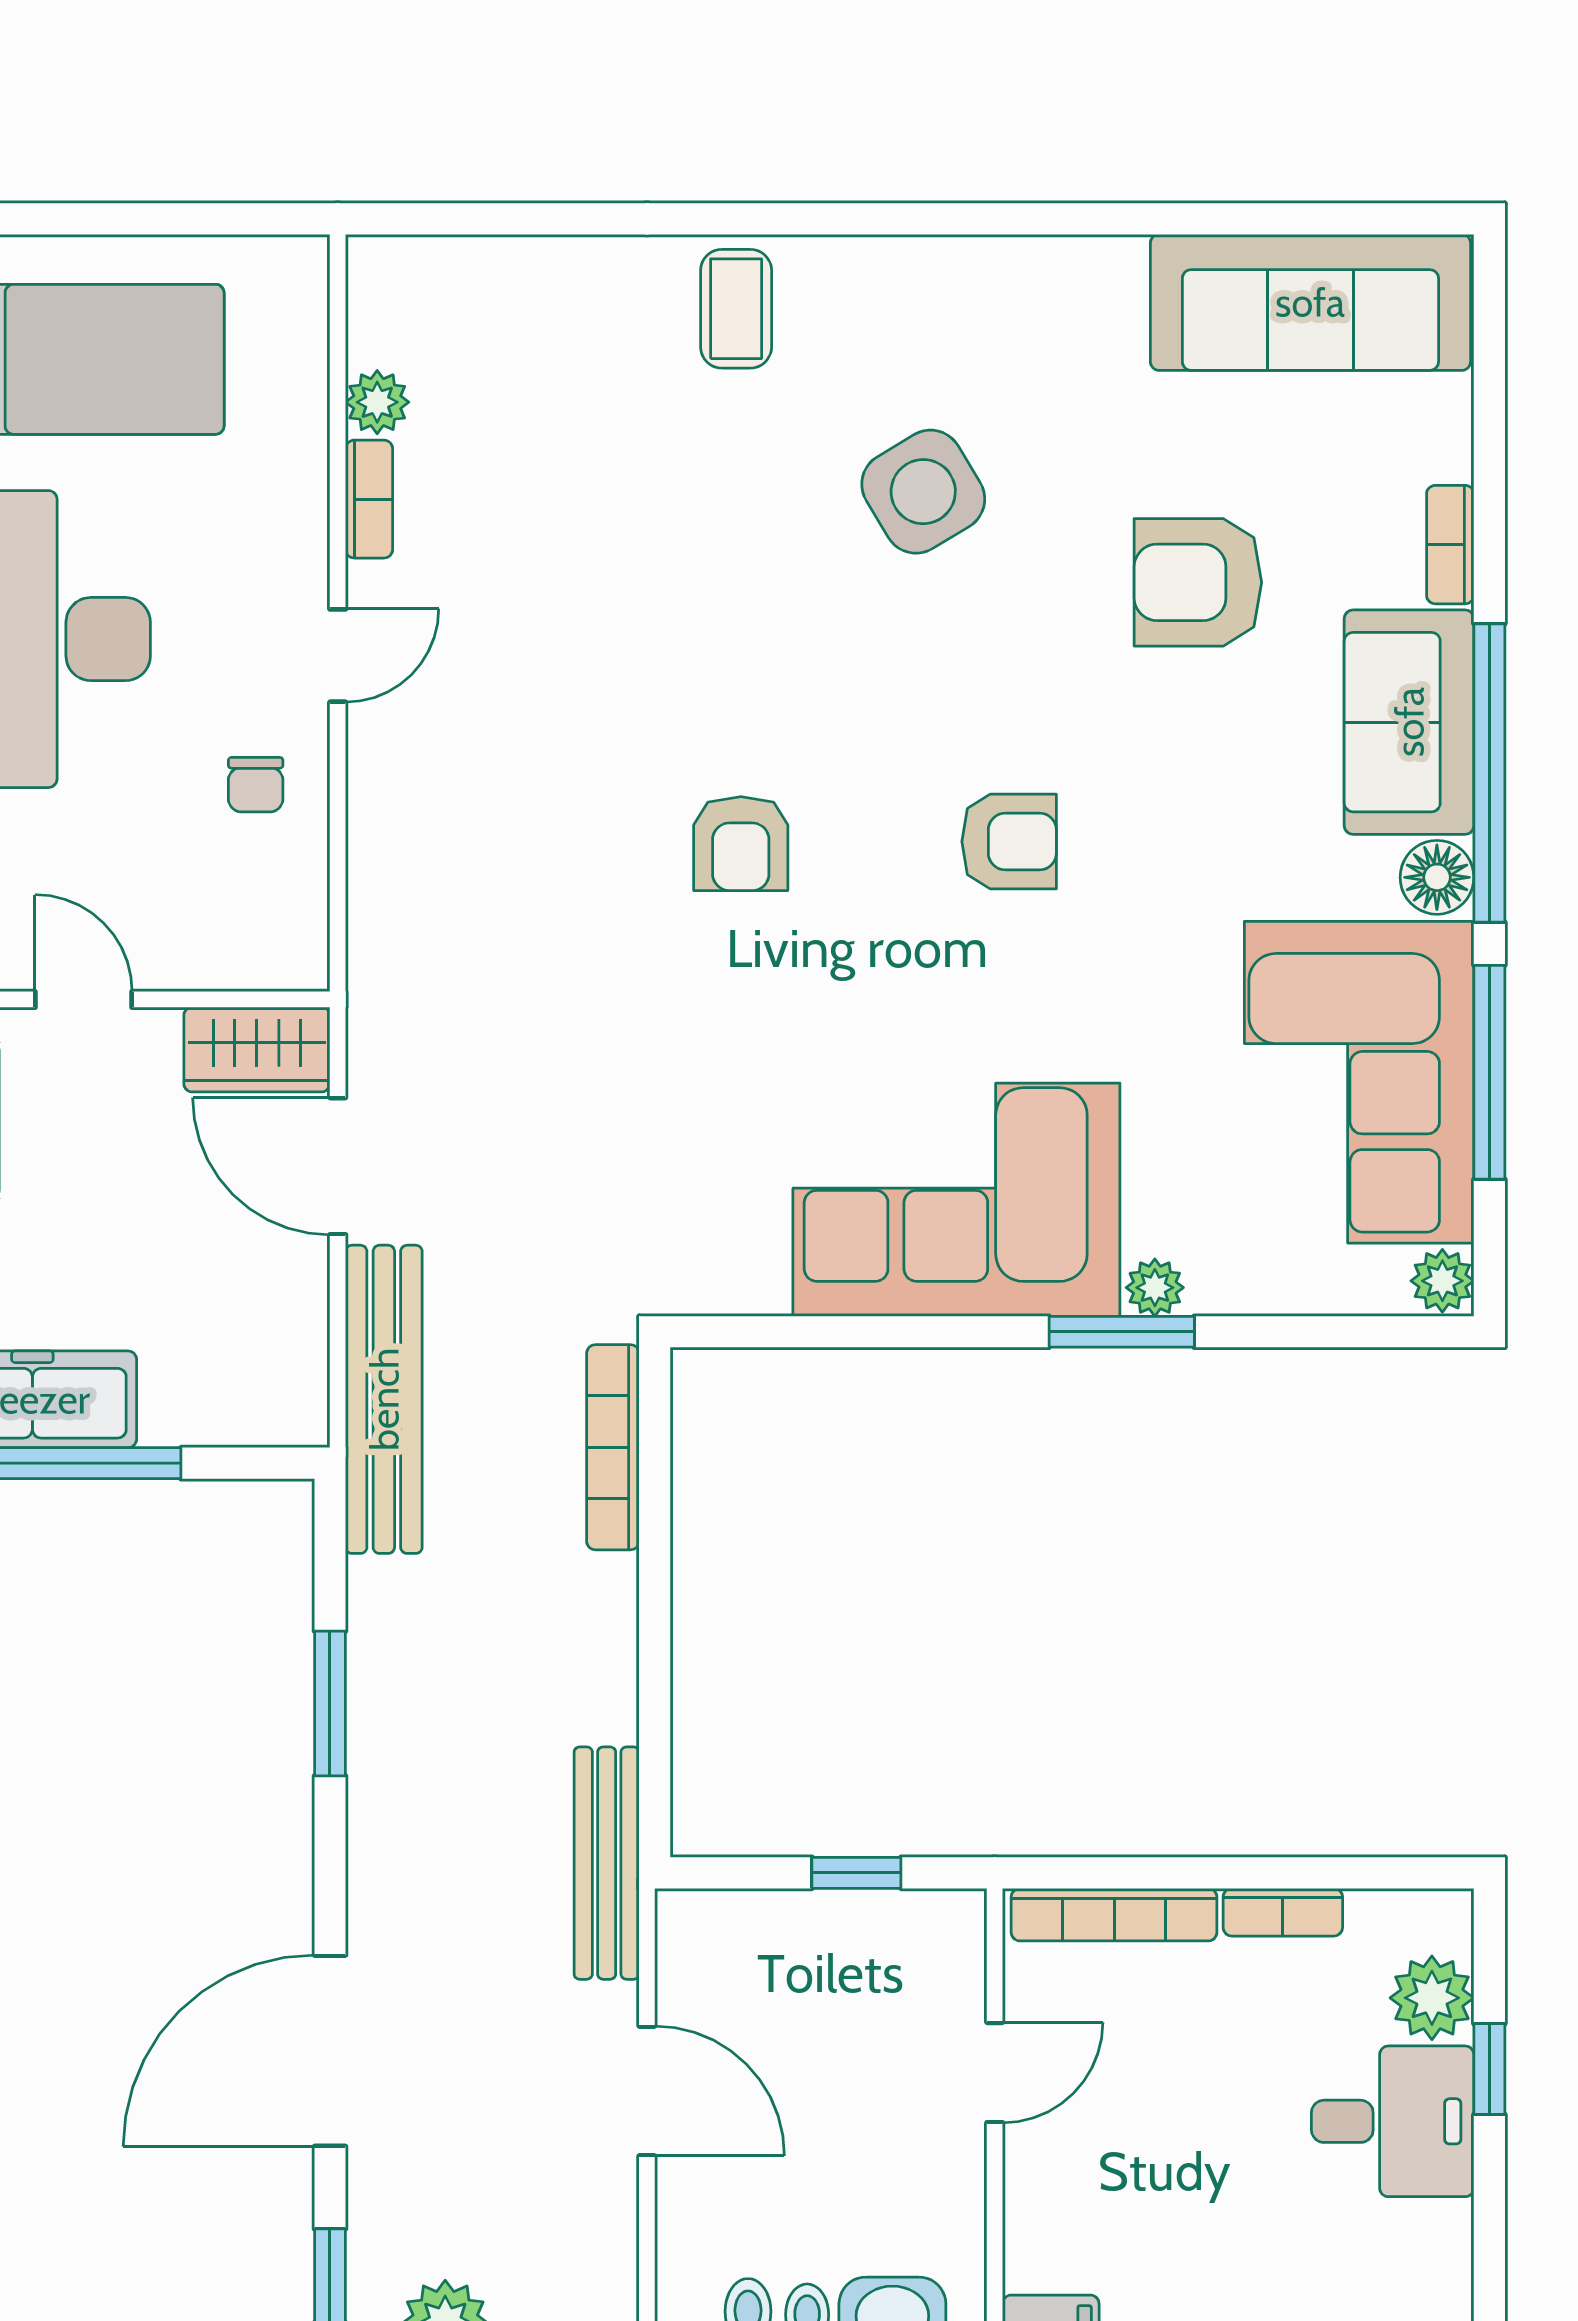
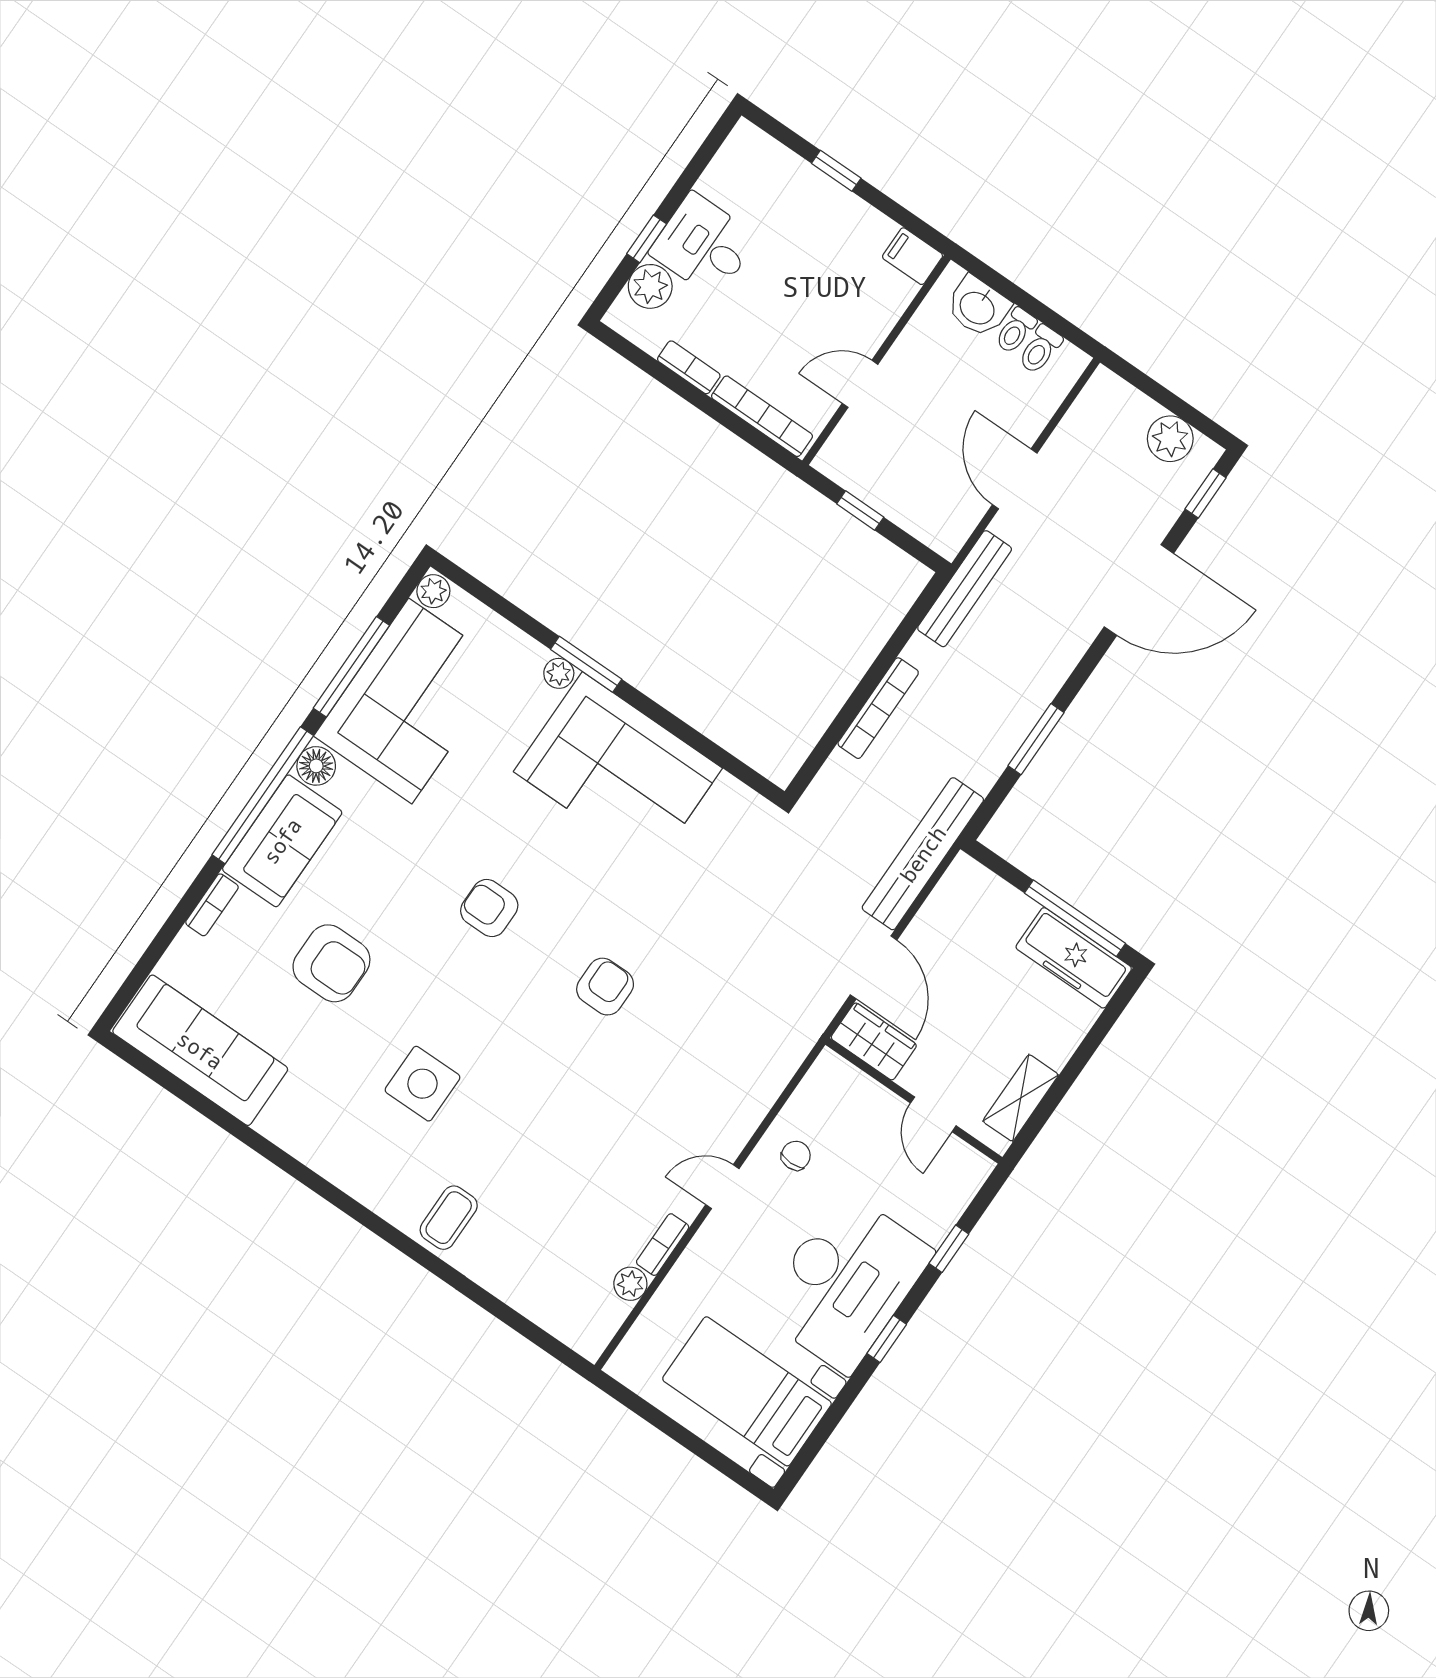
side table: (923, 492) -> (423, 1084), turned 31
bookcase: (613, 1447) -> (878, 708), moved

